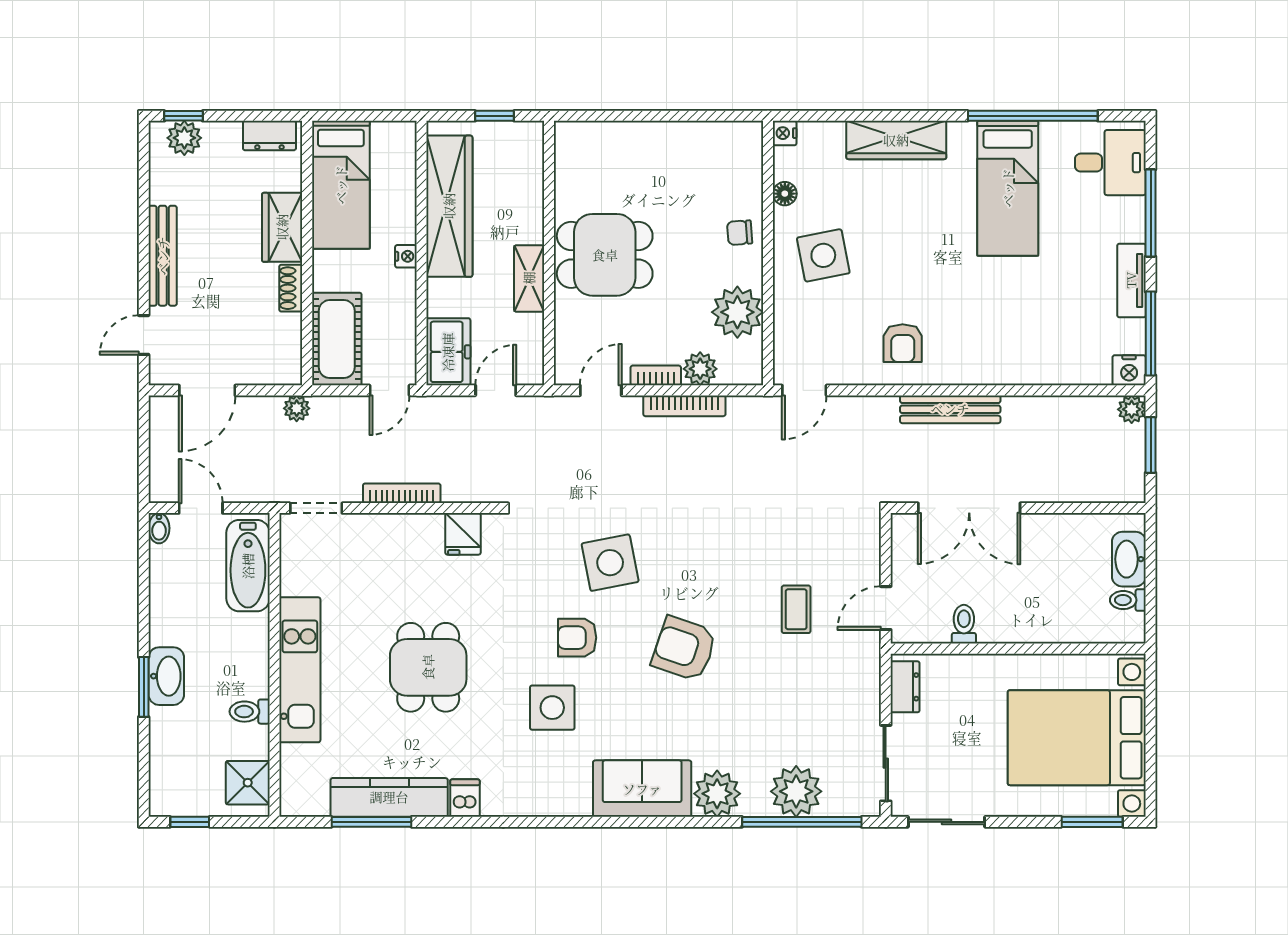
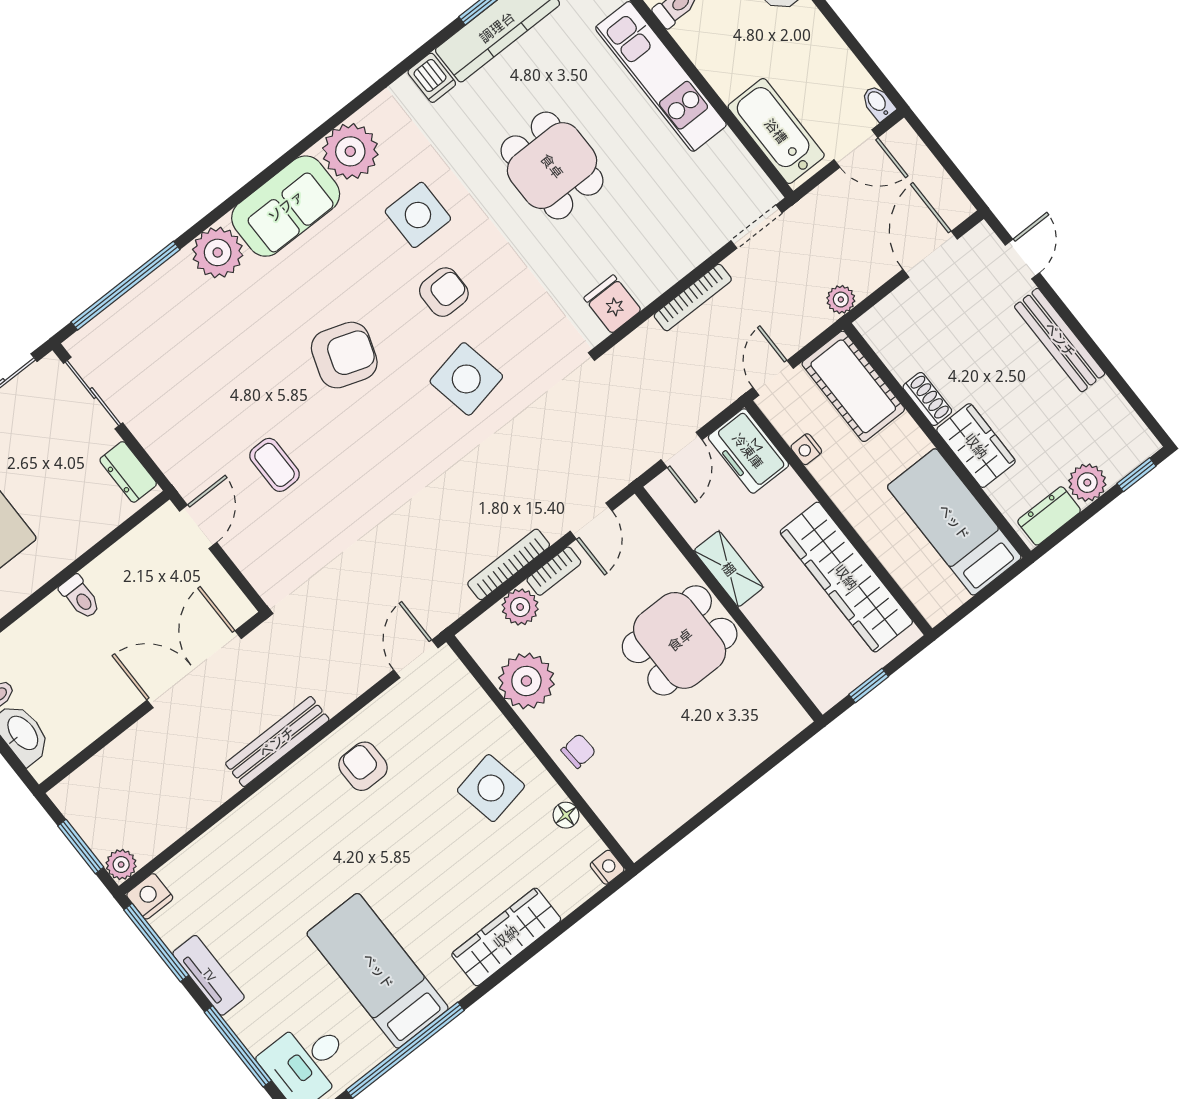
plant: (184, 138) -> (1087, 483), moved
nightstand: (406, 256) -> (806, 449), moved
toilet: (964, 624) -> (80, 597), moved
plant: (796, 791) -> (350, 151), moved

